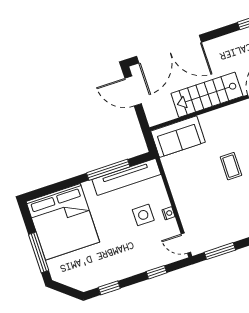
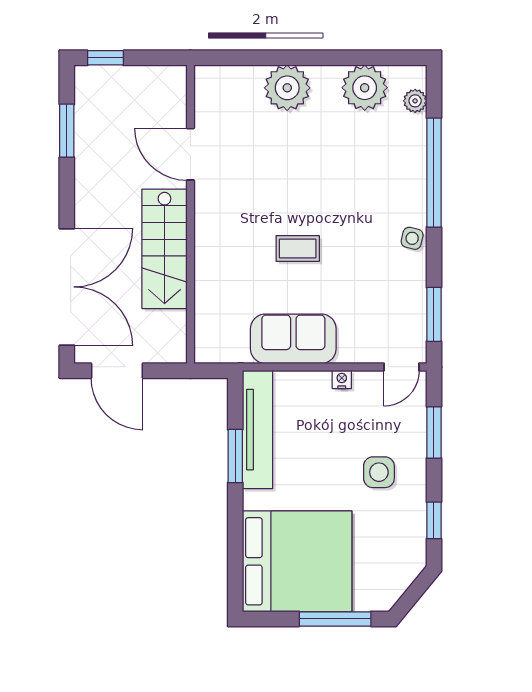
door: (133, 91) -> (117, 371), hinge flipped
sofa: (178, 137) -> (293, 339), moved, turned -90
window: (108, 170) -> (235, 456), width x0.69
side table: (143, 215) -> (379, 472), moved
window: (156, 272) -> (434, 432), width x1.50

